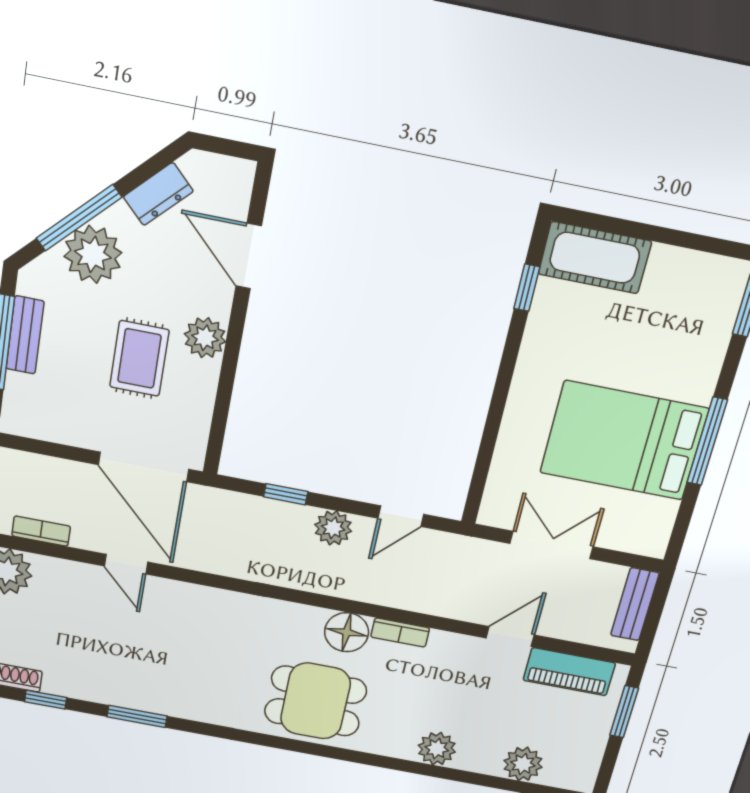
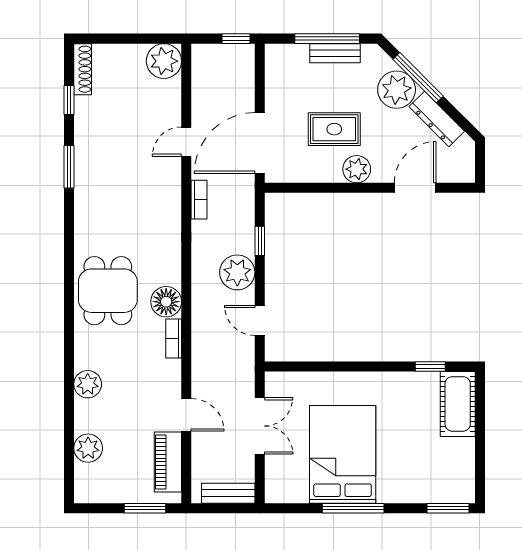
dresser: (158, 194) -> (437, 119), width x1.44
plant: (333, 528) -> (237, 272), width x1.36, depth x1.36
bookcase: (41, 531) -> (199, 200), moved

